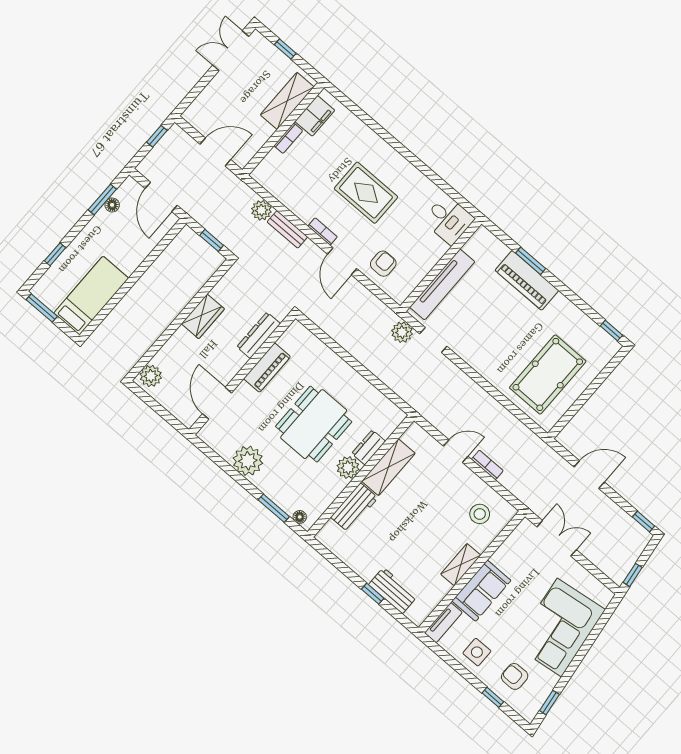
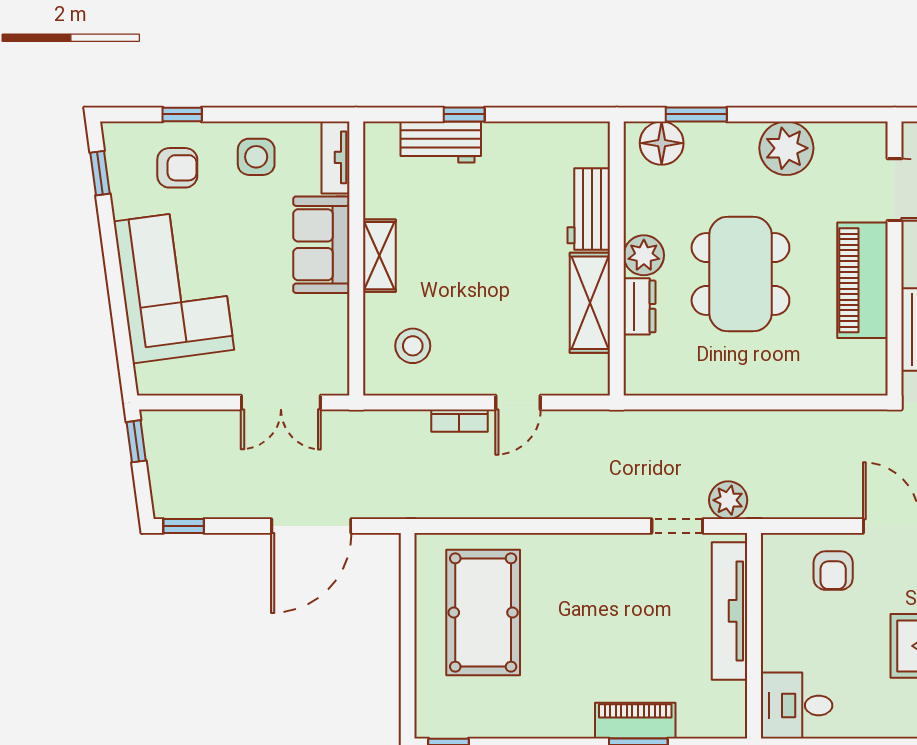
piano: (527, 280) -> (635, 721), width x0.73, depth x0.75
piano: (267, 368) -> (862, 280), width x1.37, depth x1.33
door: (589, 475) -> (311, 526), width x1.36
floor lamp: (300, 517) -> (662, 143), width x1.89, depth x1.89

